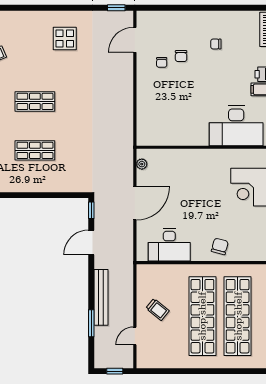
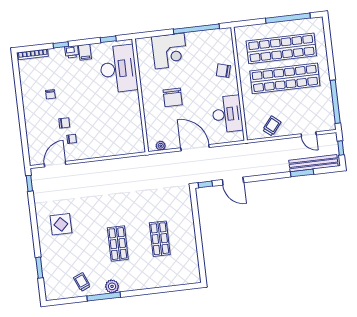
window: (18, 8) -> (39, 268), added
door: (135, 40) -> (55, 164), swing flipped
chair: (196, 184) -> (173, 97), added
bench: (101, 297) -> (313, 163), moved
trolley: (158, 310) -> (272, 126), moved
window: (169, 371) -> (335, 102), added

